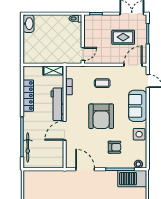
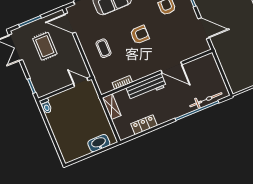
washbasin: (28, 24) -> (99, 143), moved
locker: (28, 96) -> (144, 125), width x0.66
armchair: (101, 116) -> (140, 35), width x0.53, depth x0.53
door: (85, 169) -> (204, 28), swing flipped

